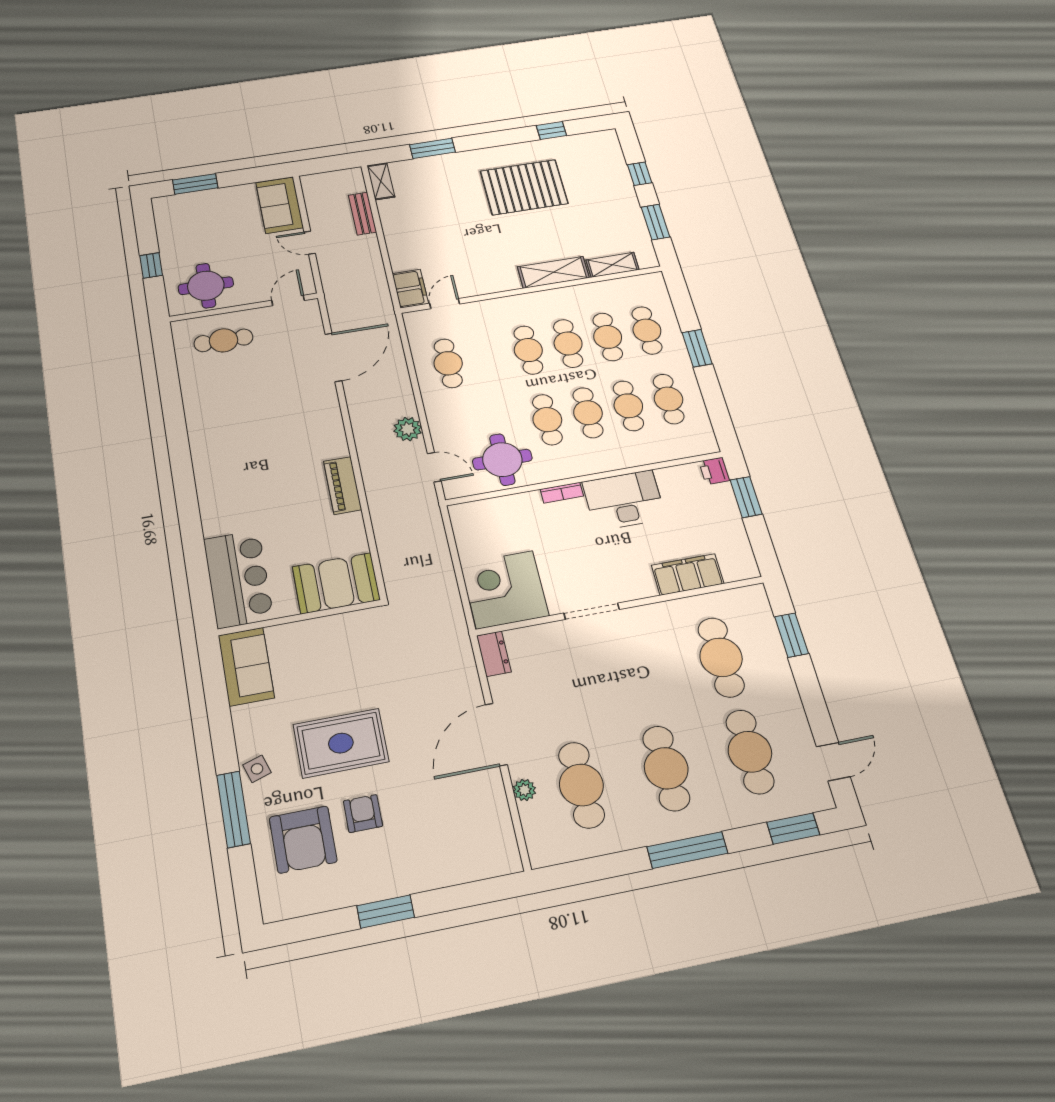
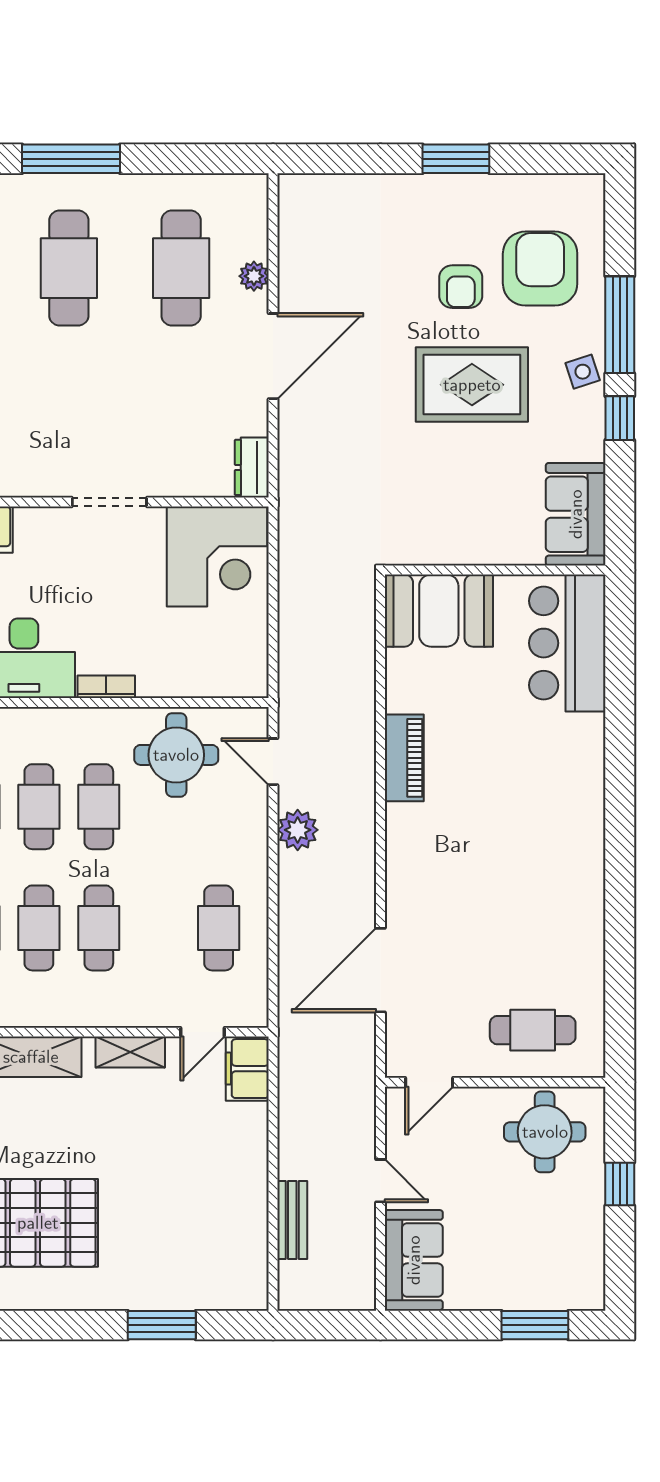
shelving: (381, 181) -> (130, 1052), moved, turned 90
window: (223, 741) -> (620, 418), added

